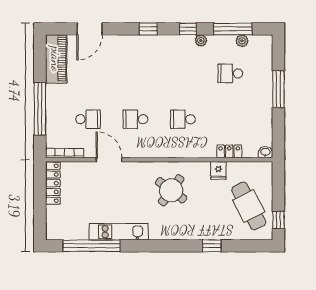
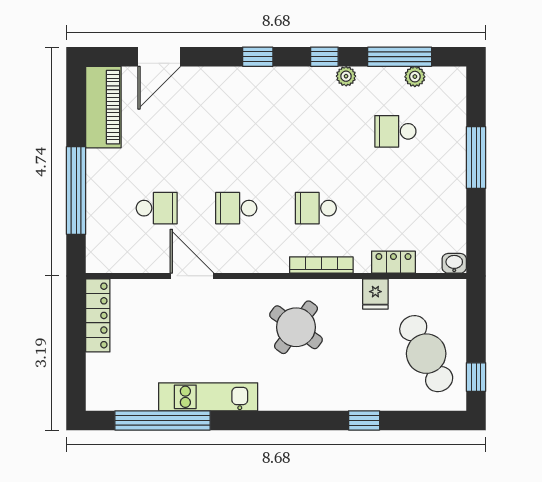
bookcase: (65, 153) -> (321, 265), moved

